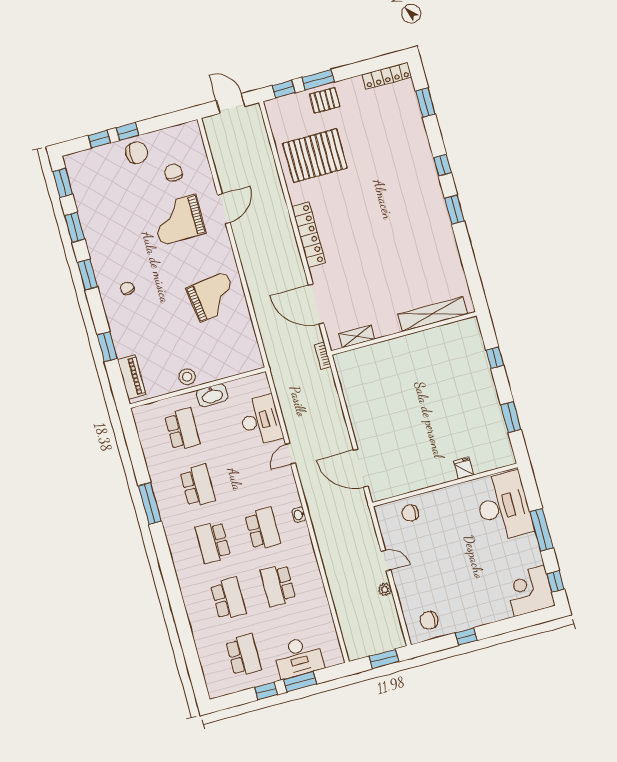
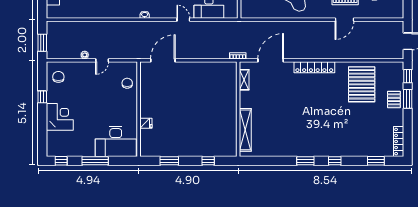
door: (224, 209) -> (344, 20), hinge flipped
corner desk: (529, 591) -> (60, 117), moved

